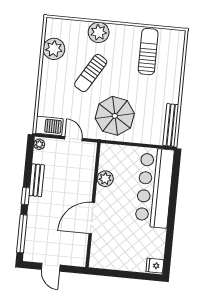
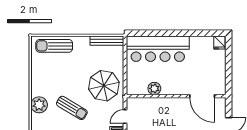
sun lounger: (148, 52) -> (54, 46), moved
door: (92, 218) -> (202, 96), moved

